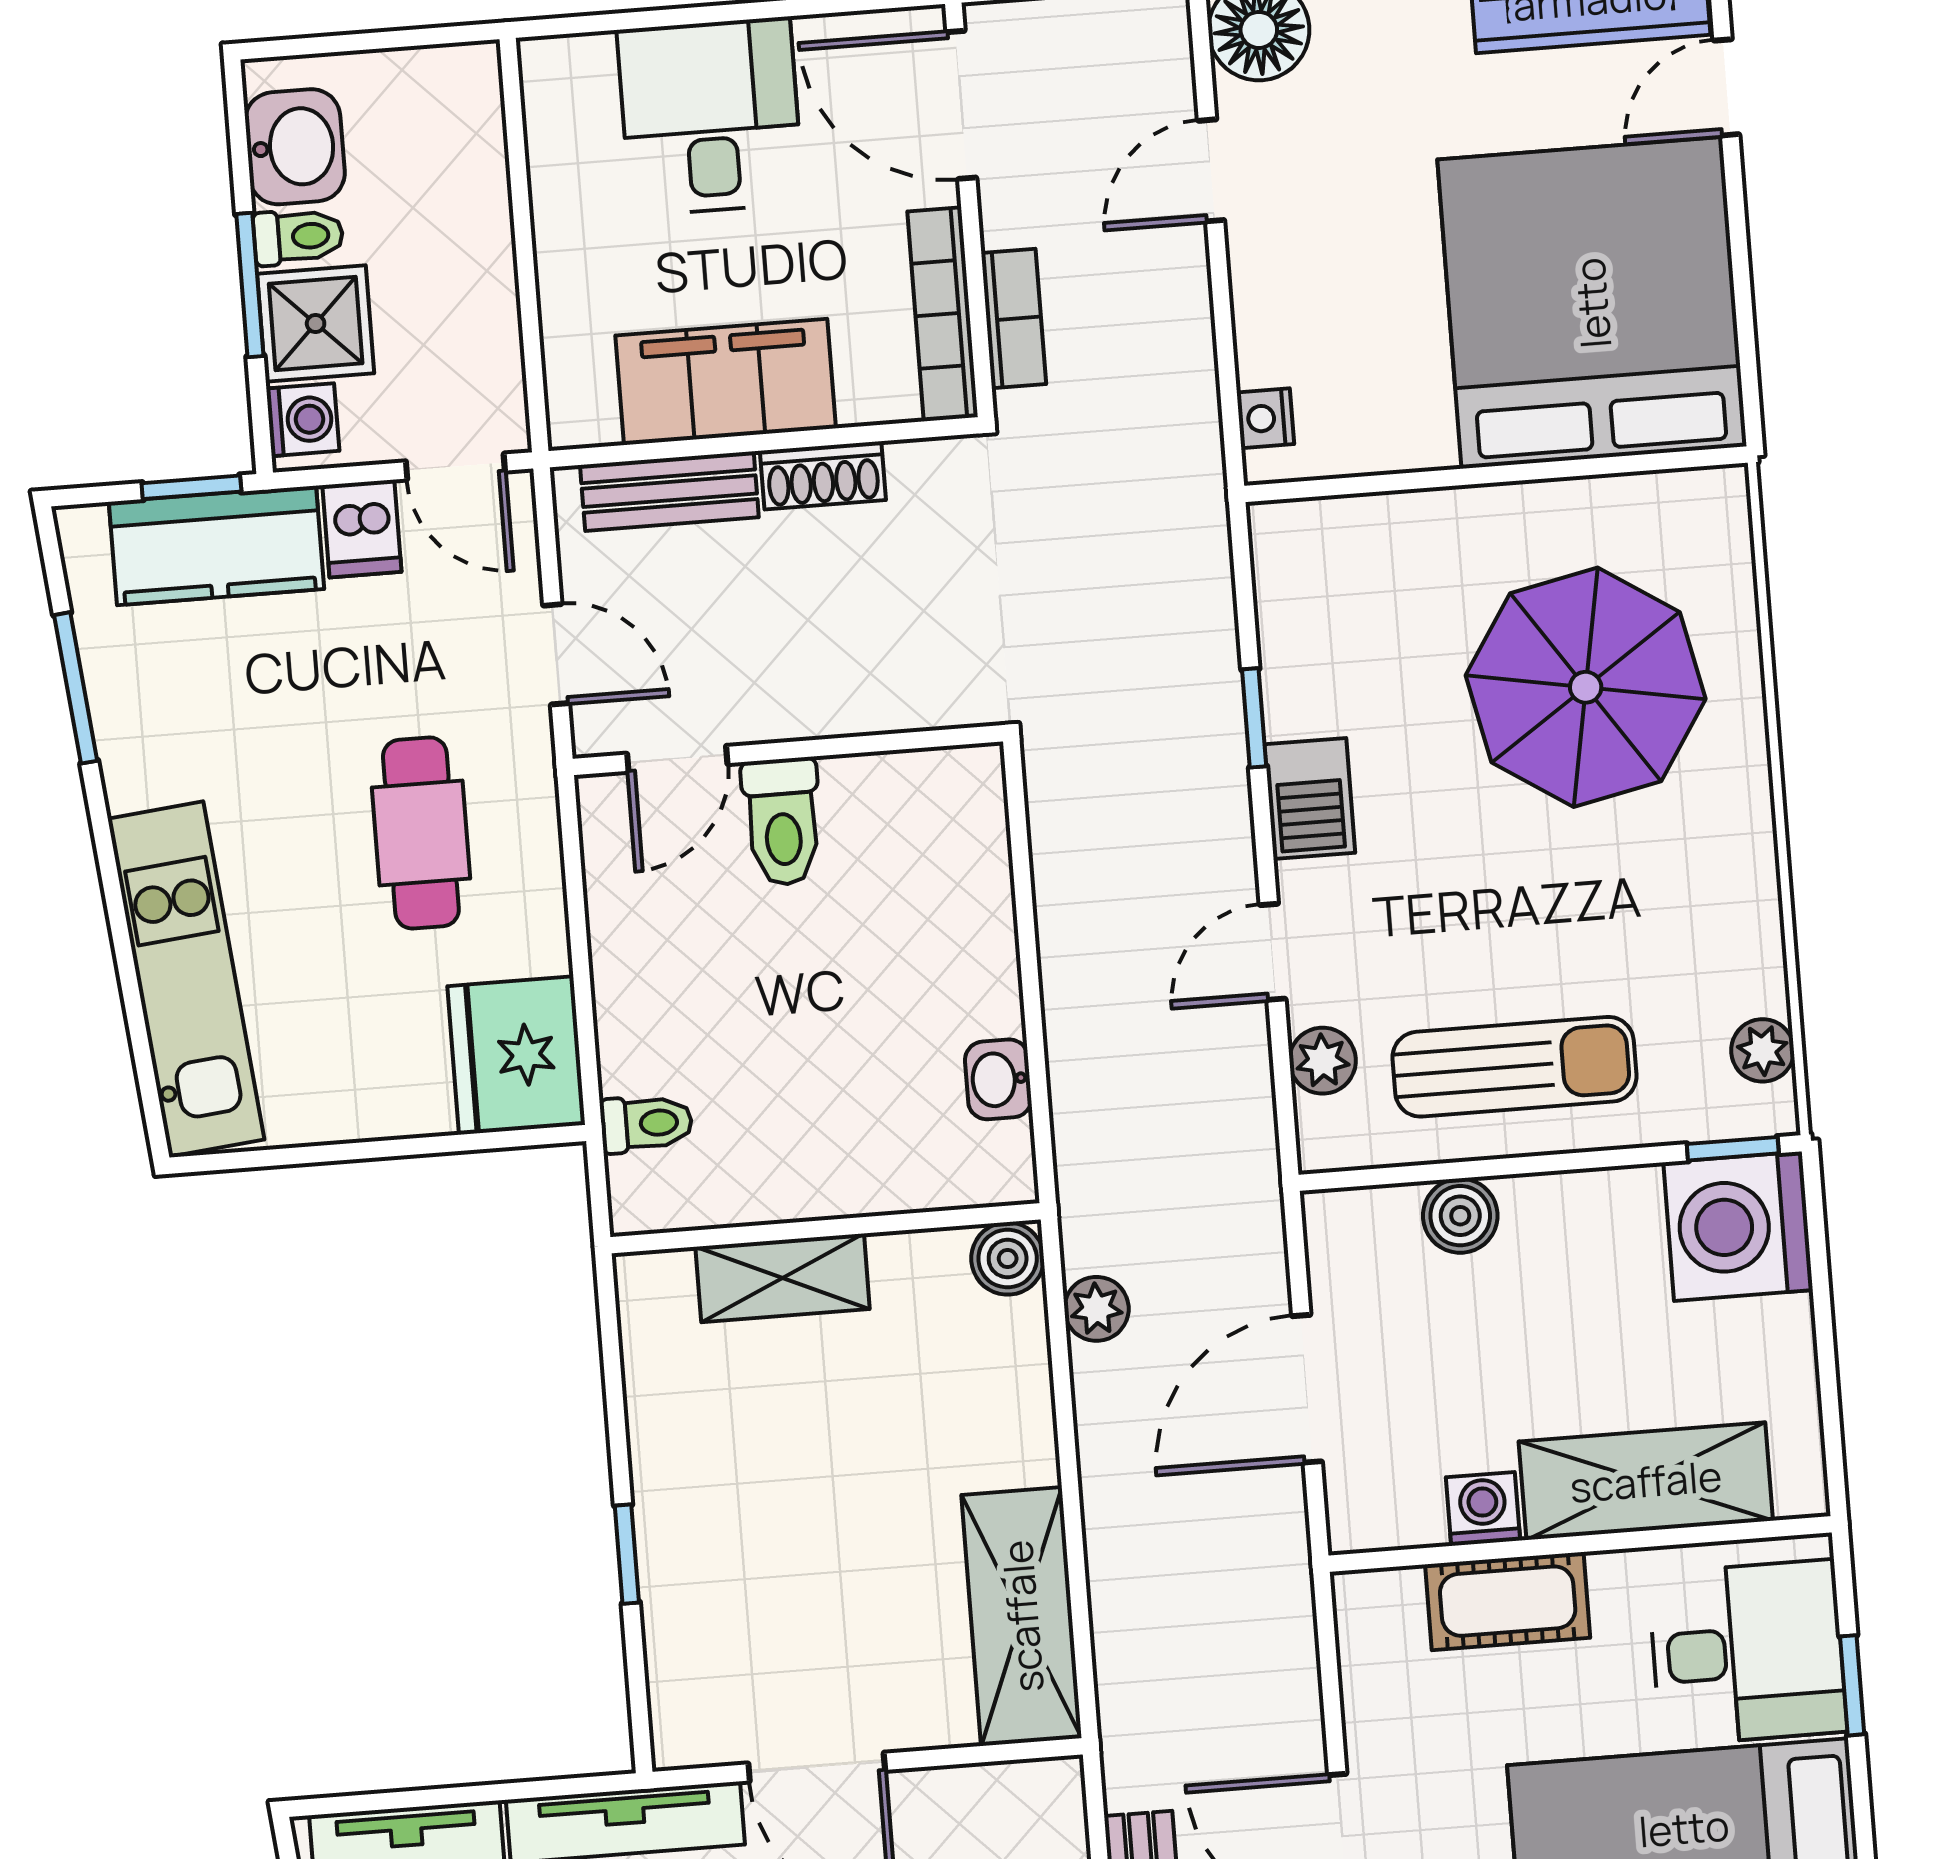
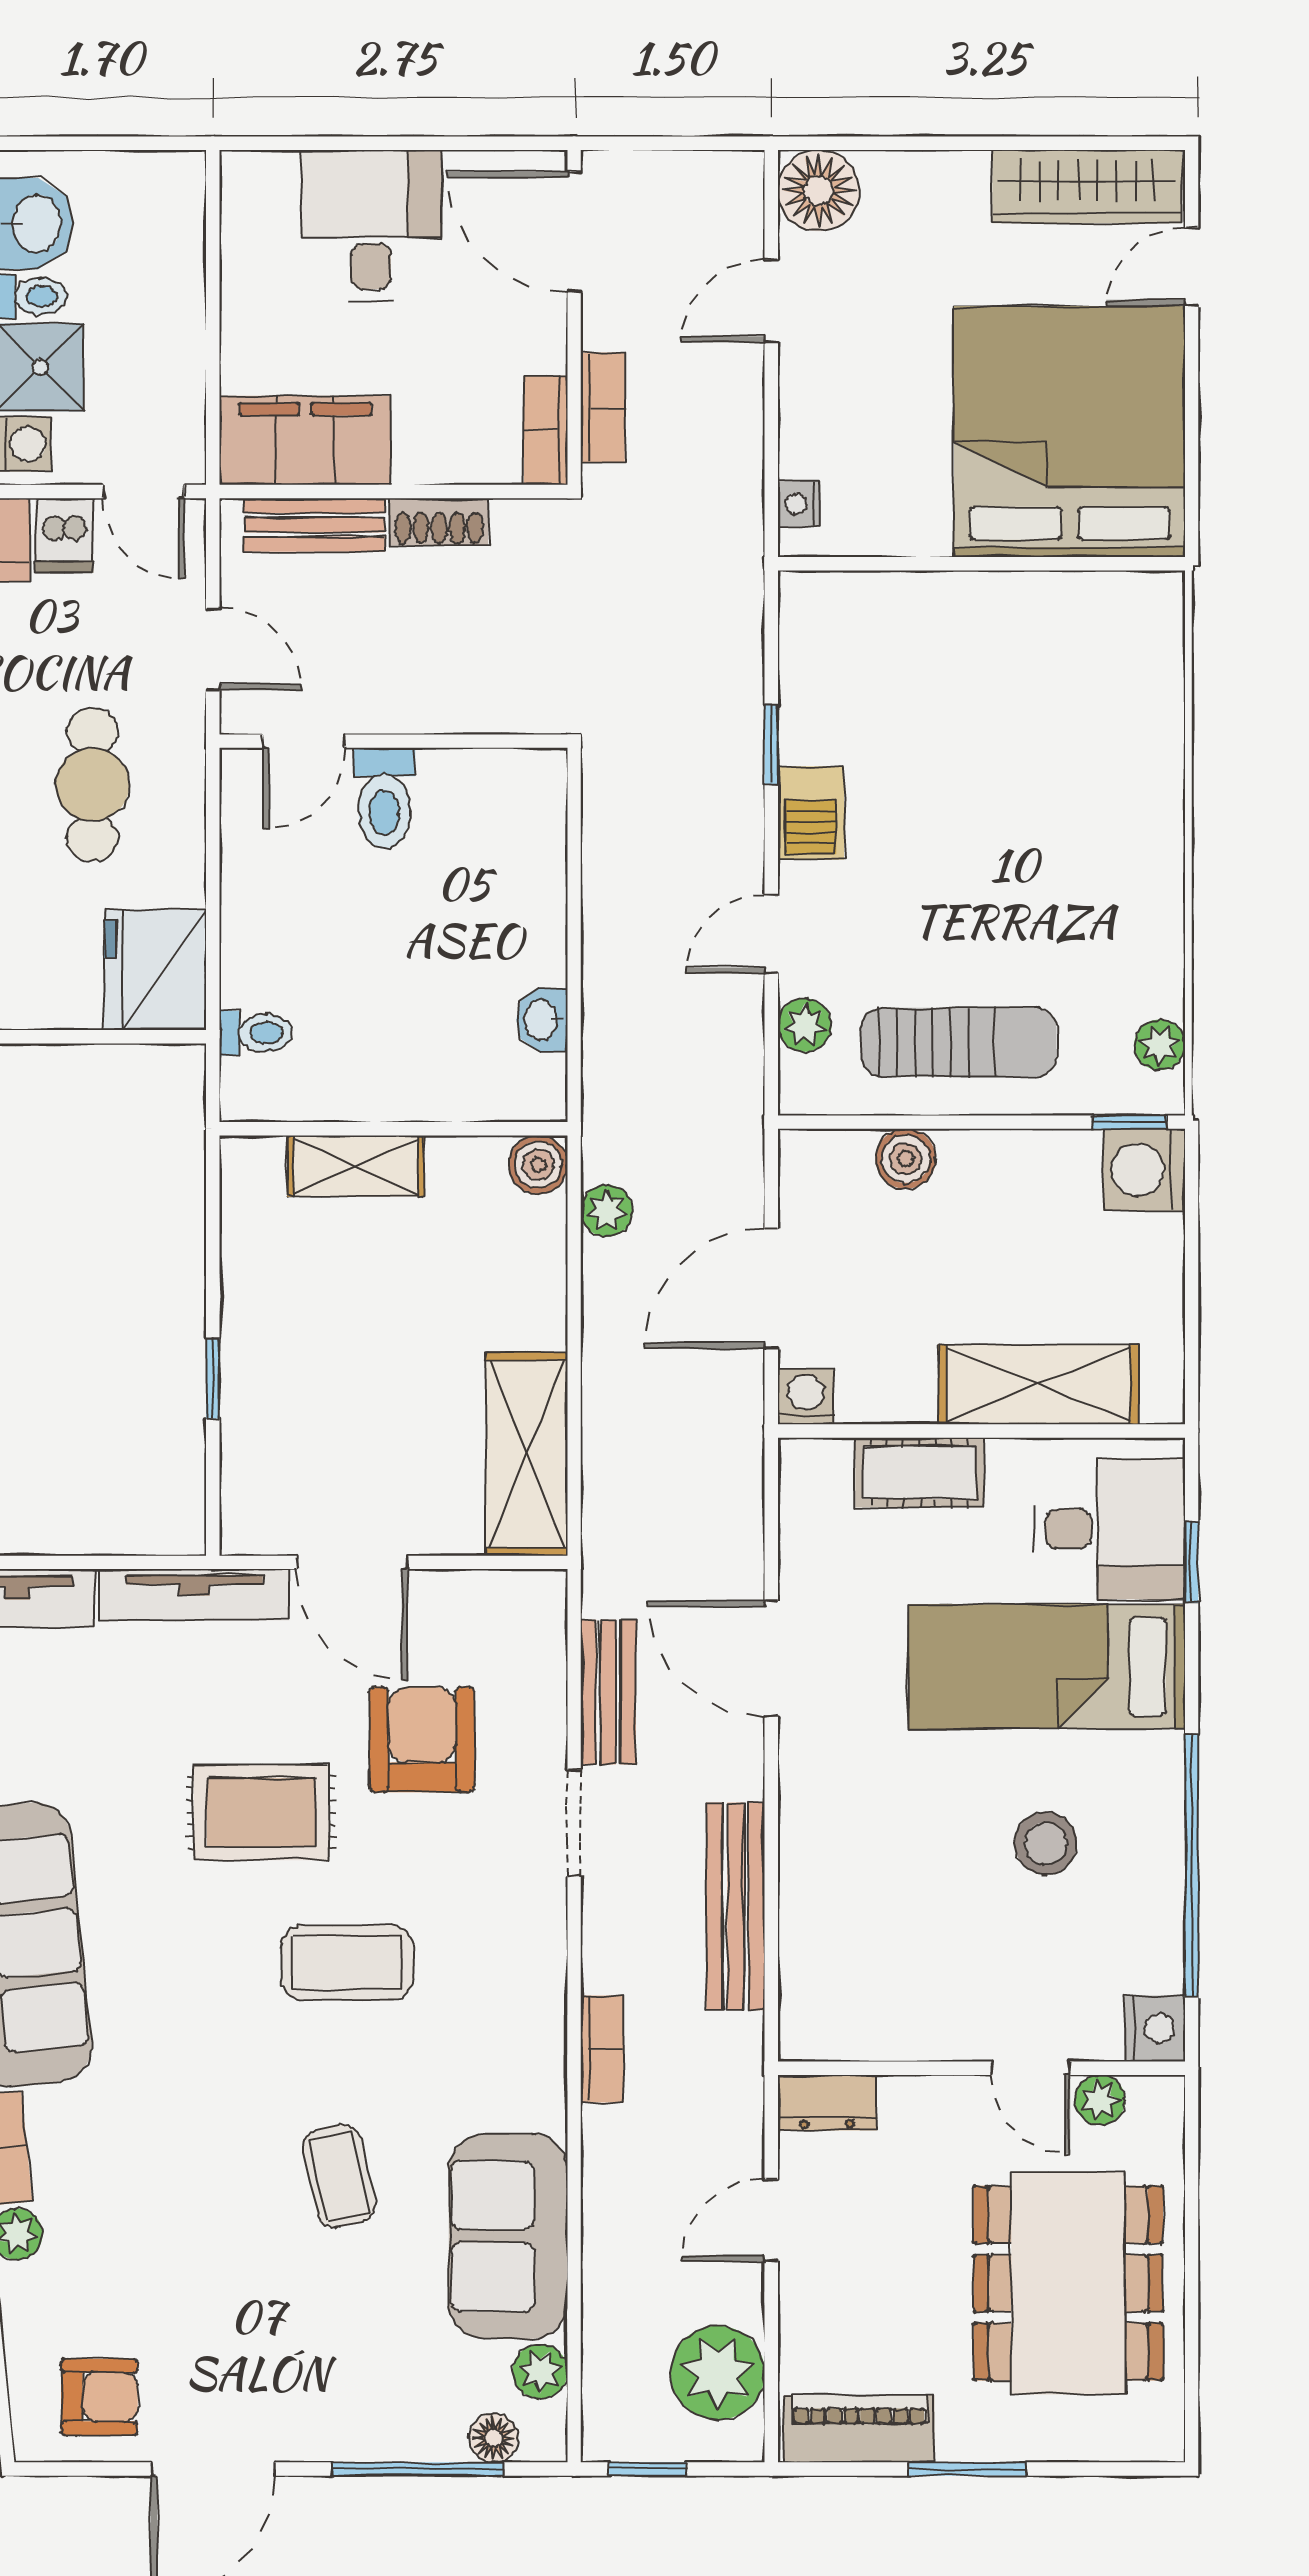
bookcase: (943, 314) -> (546, 430), width x0.64
filing cabinet: (726, 382) -> (305, 440), moved
parasol: (1586, 687) -> (1040, 741), removed
washing machine: (1738, 1226) -> (1144, 1170), width x0.73, depth x0.73
washing machine: (1483, 1509) -> (806, 1397), moved

